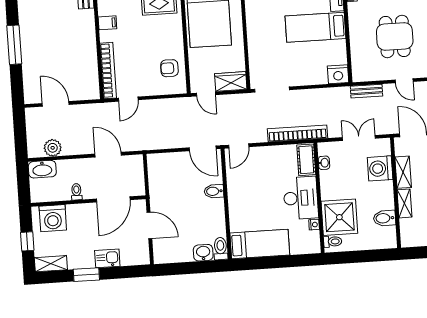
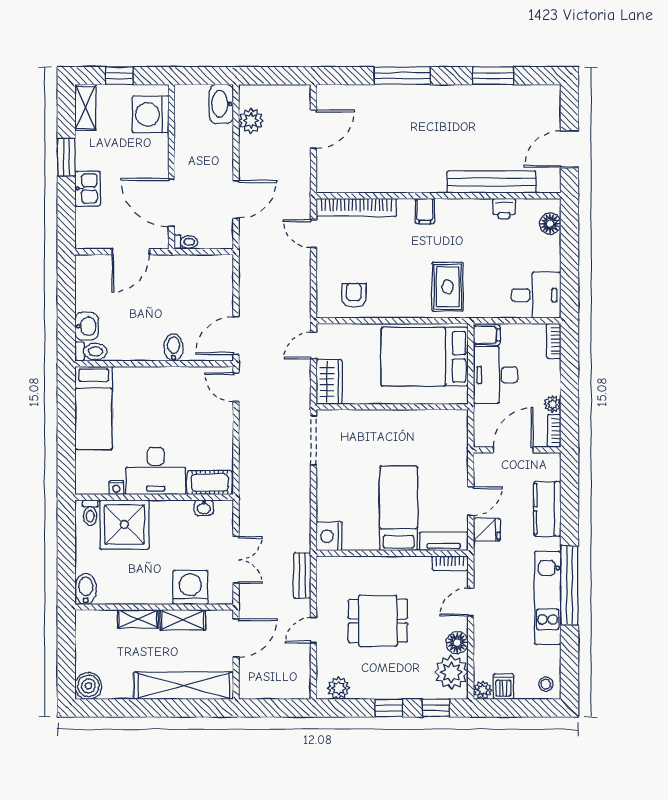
bookcase: (298, 133) -> (248, 473), removed
toilet: (76, 192) -> (186, 242), moved
bidet: (384, 218) -> (86, 589), moved

